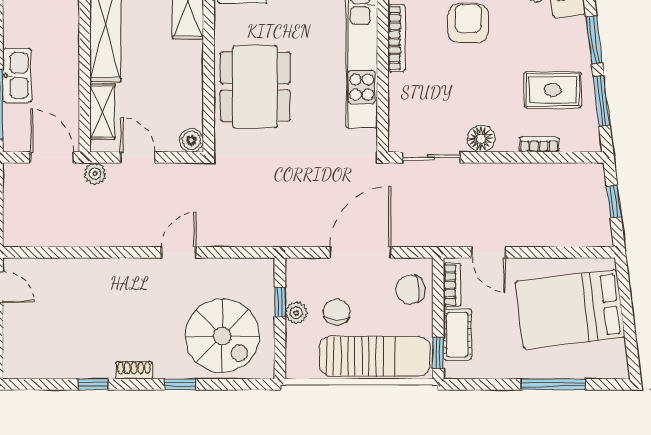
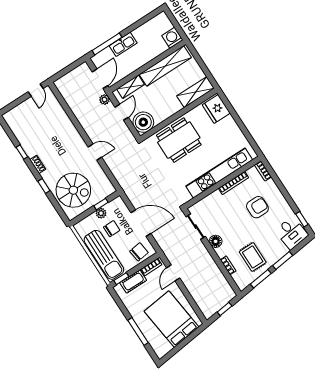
boiler: (191, 140) -> (143, 122), width x1.86, depth x1.86
chair: (410, 290) -> (139, 252), turned 88
spiral stairs: (222, 336) -> (73, 190), turned -90

